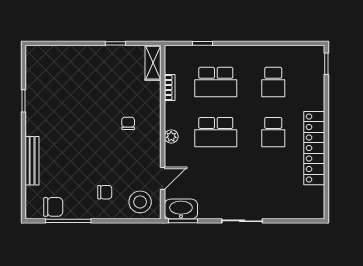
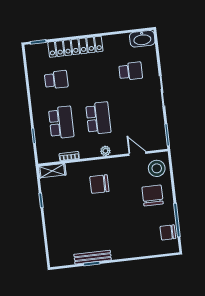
chair: (128, 123) -> (99, 184), width x1.87, depth x1.87
school desk: (273, 132) -> (131, 71), moved
locker: (314, 148) -> (75, 47), moved
bench: (32, 161) -> (93, 257), moved
chair: (105, 192) -> (153, 195), width x1.87, depth x1.87
chair: (53, 207) -> (168, 232), turned -90
washbasin: (181, 209) -> (142, 39), moved, turned -90

